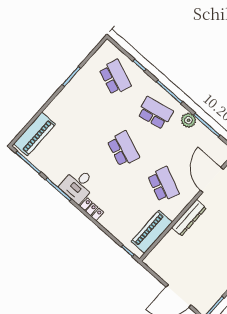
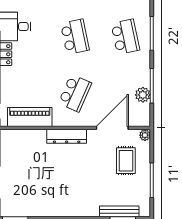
plant: (188, 120) -> (143, 95), moved
school desk: (123, 149) -> (75, 37), turned -33

